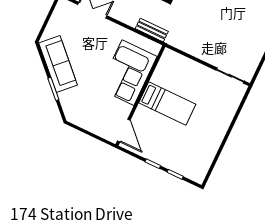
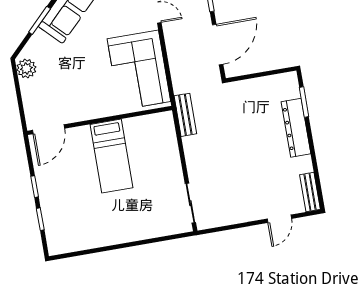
bench: (152, 30) -> (185, 115), moved
corner sofa: (128, 73) -> (139, 70), moved, turned -90
plant: (77, 118) -> (26, 68), added

